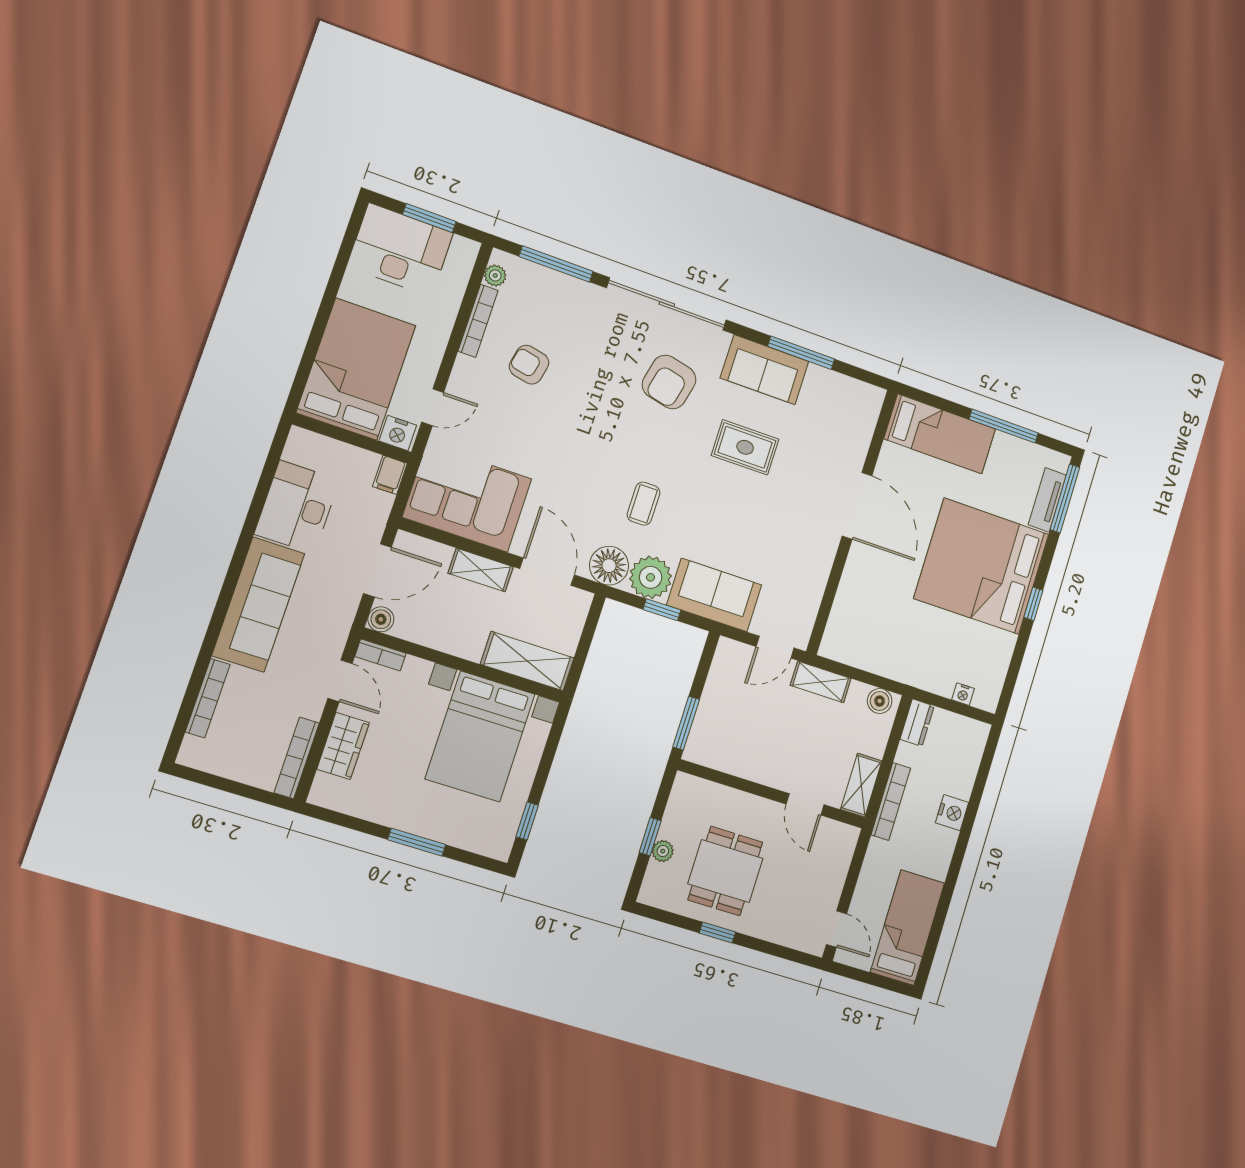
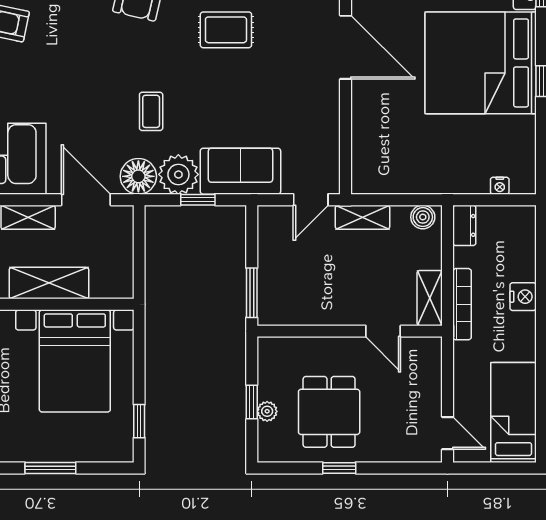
shelving: (527, 661) -> (49, 283), moved

